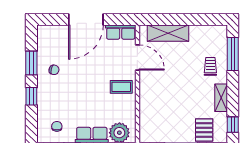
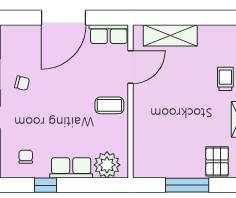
door: (137, 57) -> (131, 67), hinge flipped

